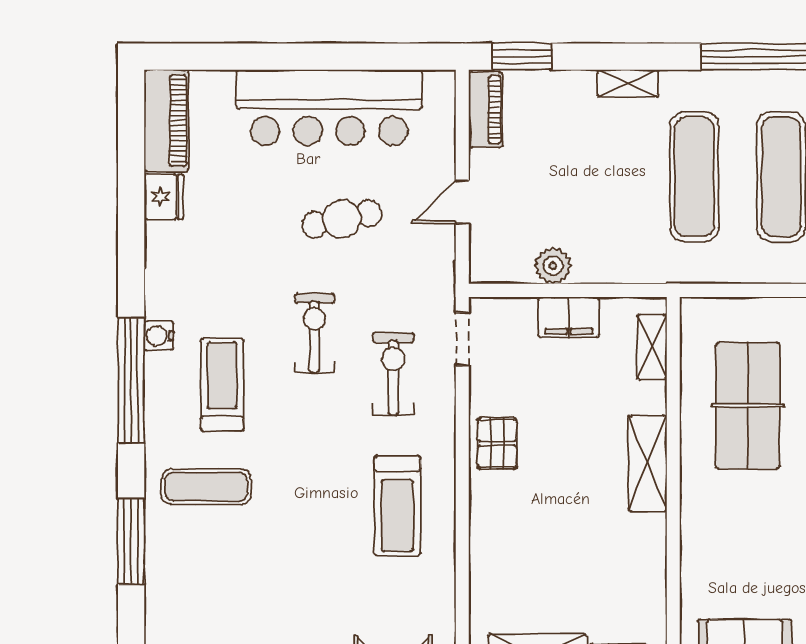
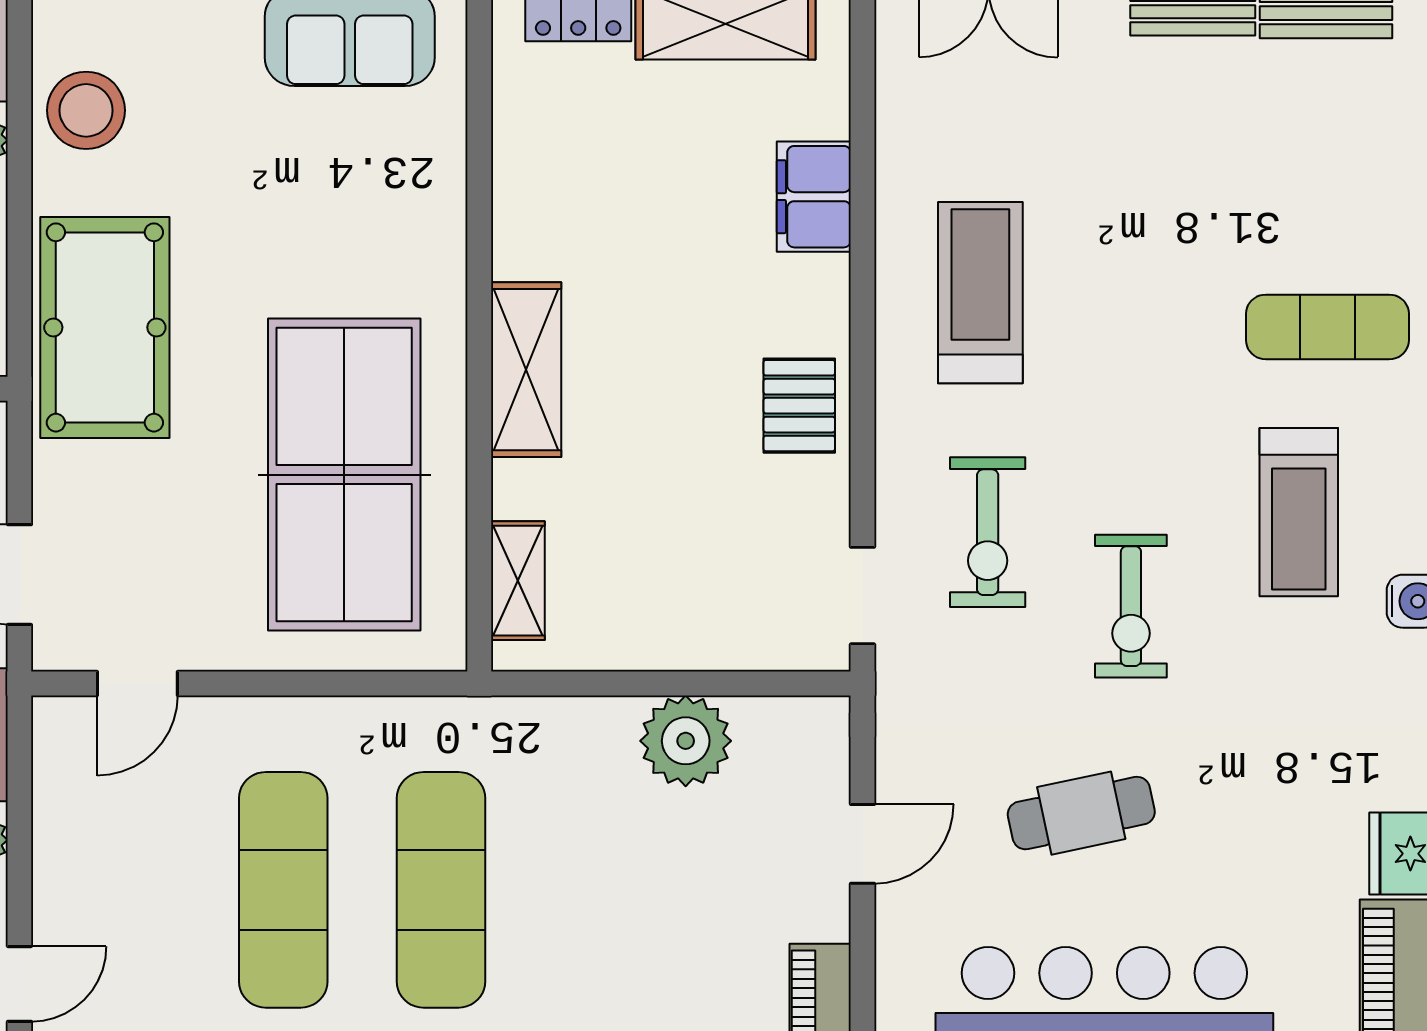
plant: (553, 266) -> (686, 741), width x1.36, depth x1.36
filing cabinet: (569, 317) -> (814, 197), moved, turned -90
table tennis table: (748, 405) -> (344, 475), width x1.36, depth x1.32

